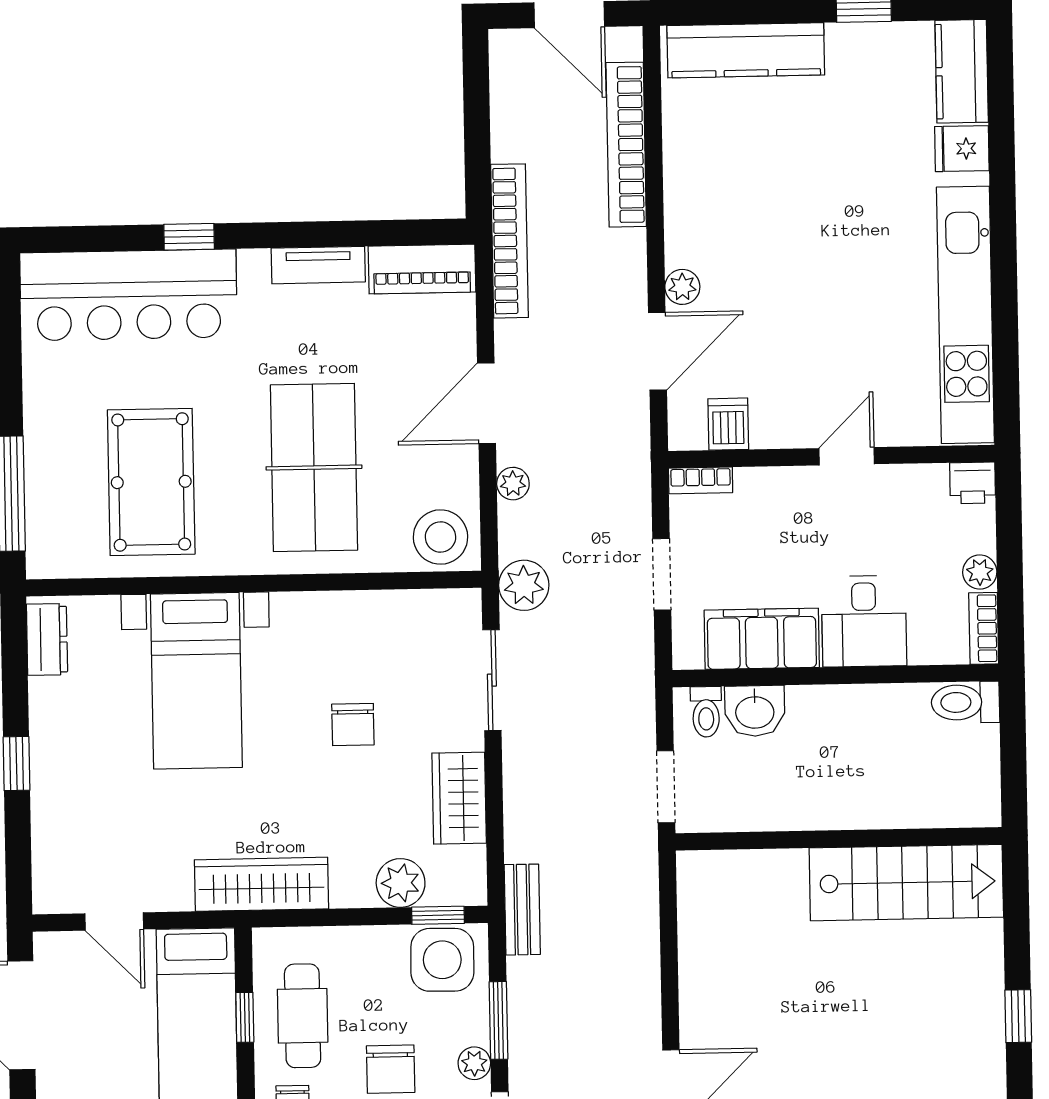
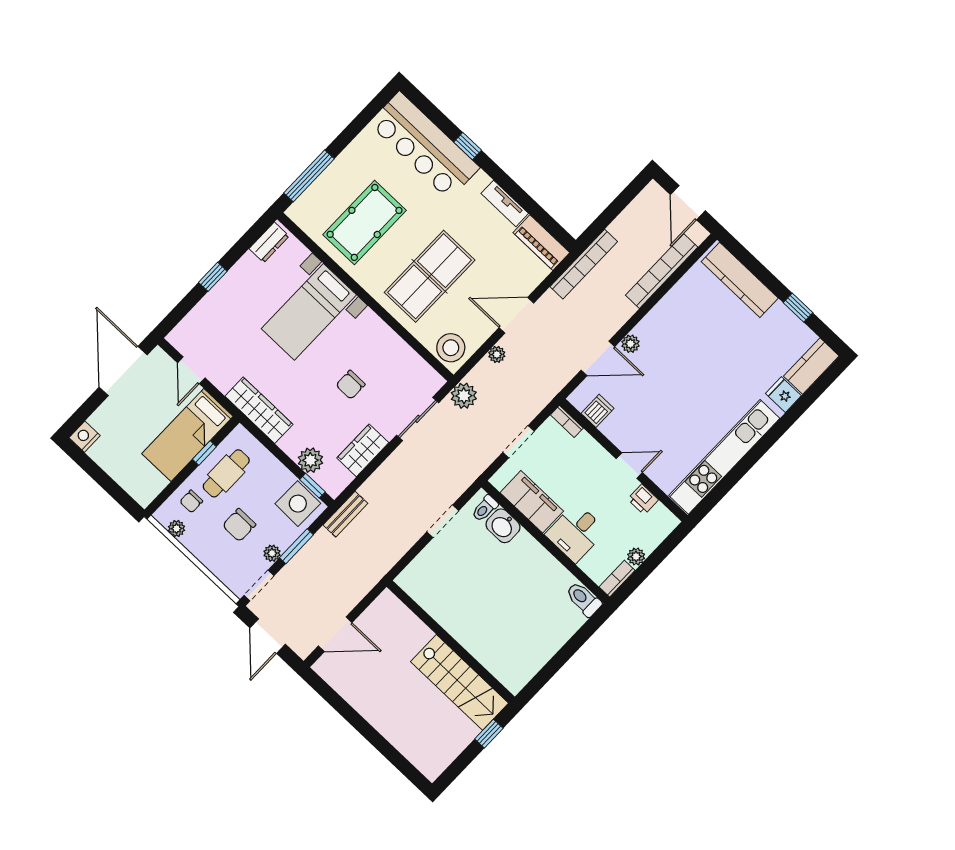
printer: (973, 483) -> (643, 499), moved
wall: (839, 839) -> (451, 642), moved
stairs: (906, 883) -> (460, 682), moved

